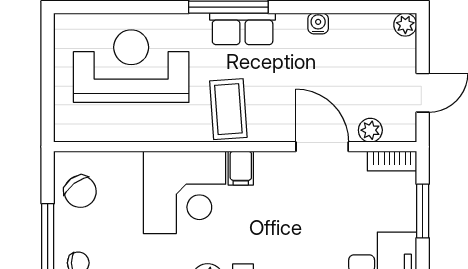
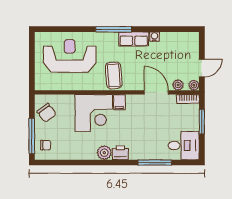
plant: (405, 25) -> (194, 85), moved
row of seats: (243, 29) -> (134, 39), moved

